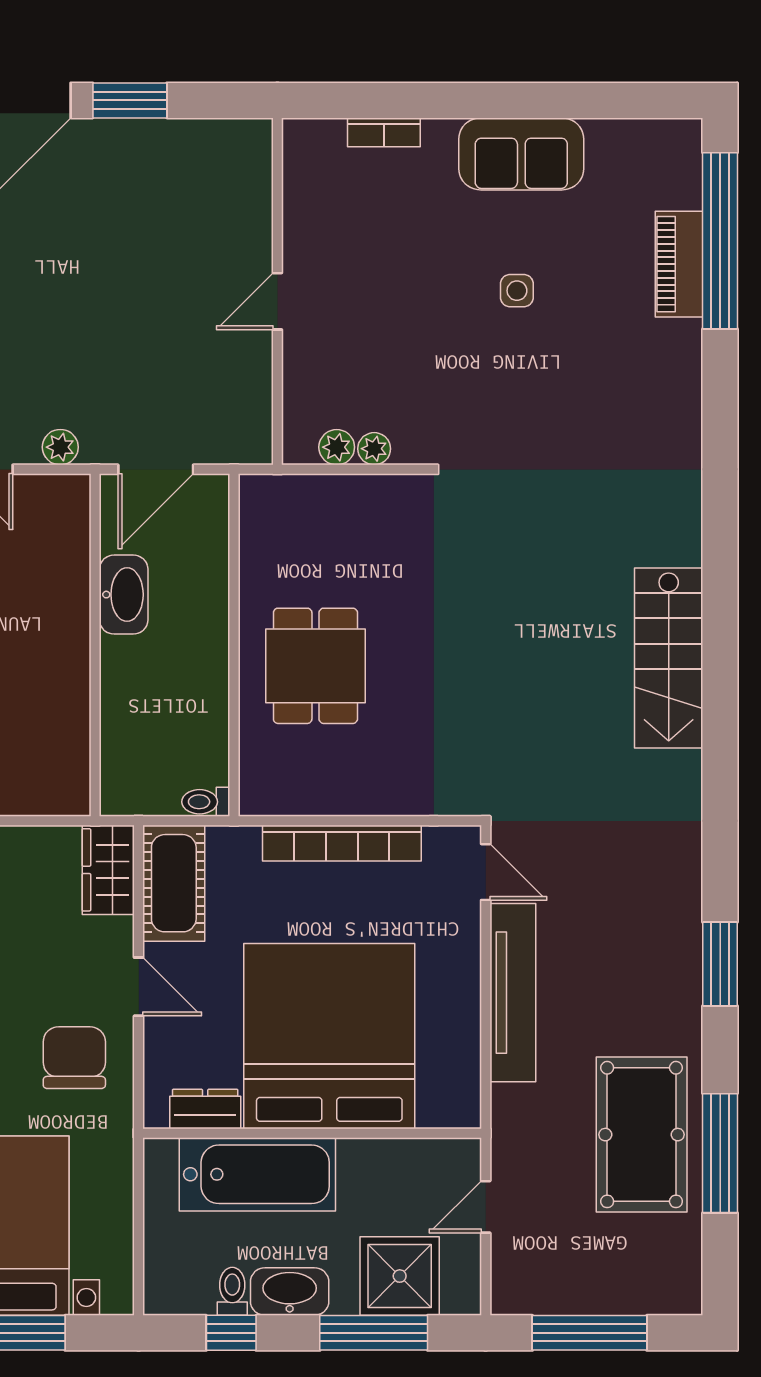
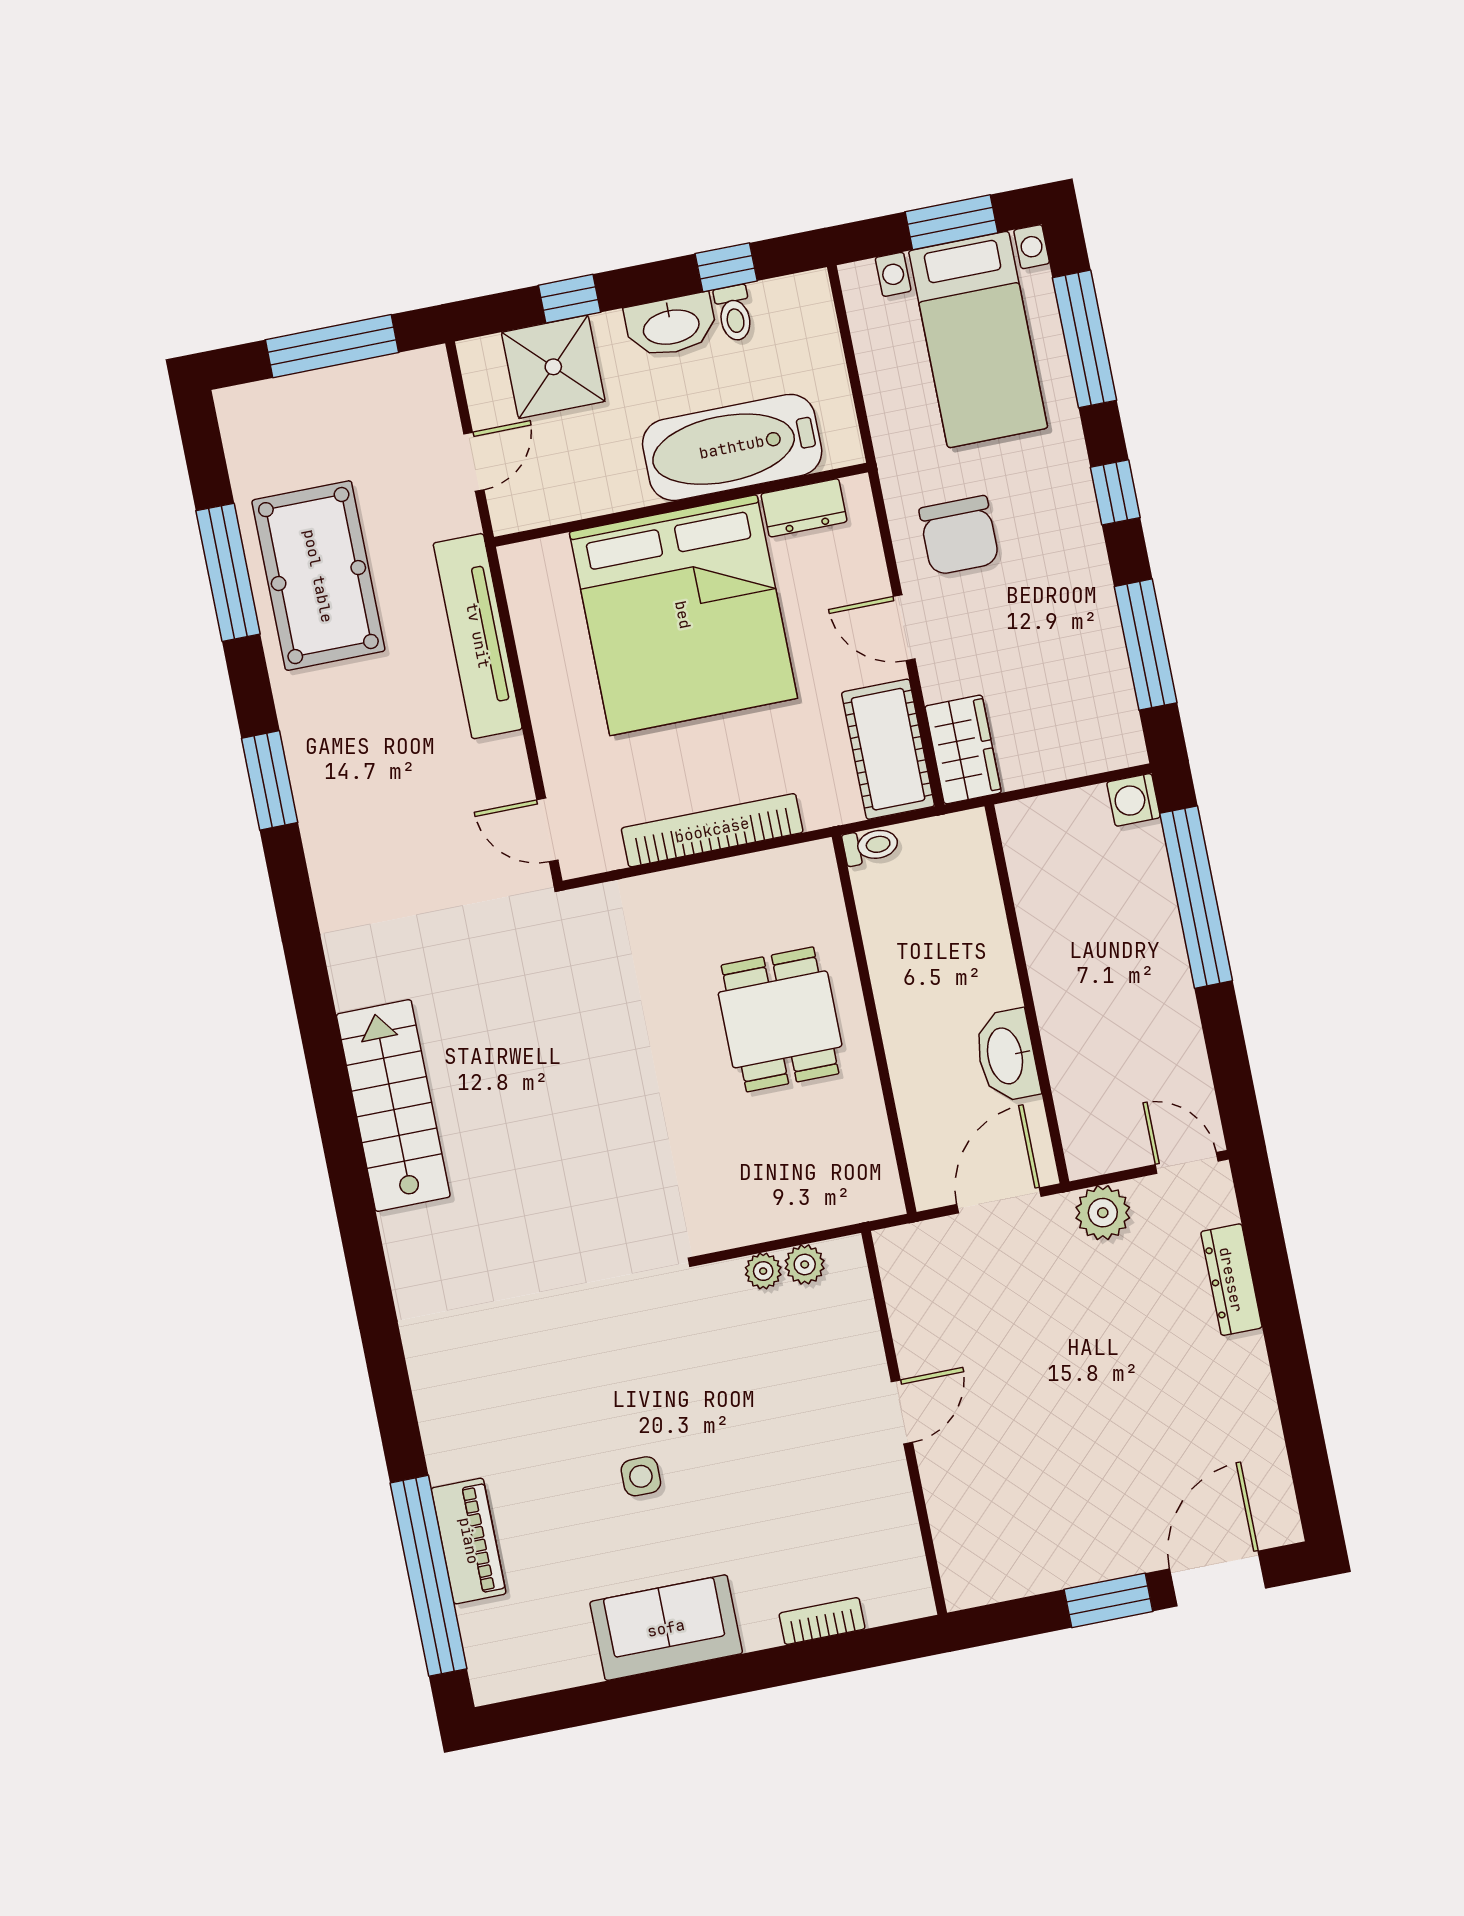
plant: (60, 447) -> (1103, 1213), width x1.38, depth x1.38
tv unit: (513, 993) -> (478, 636), moved
window: (374, 1333) -> (569, 299), width x0.46

